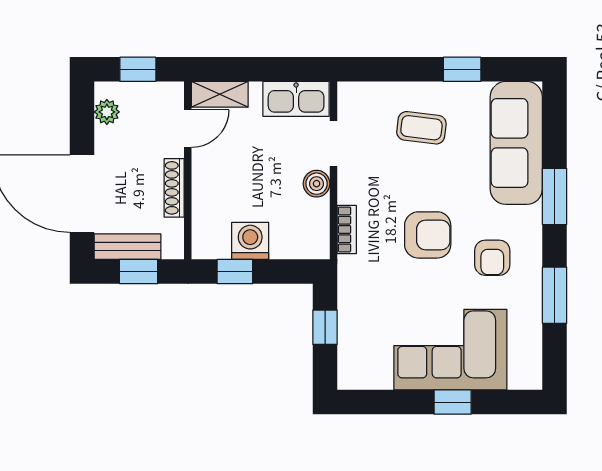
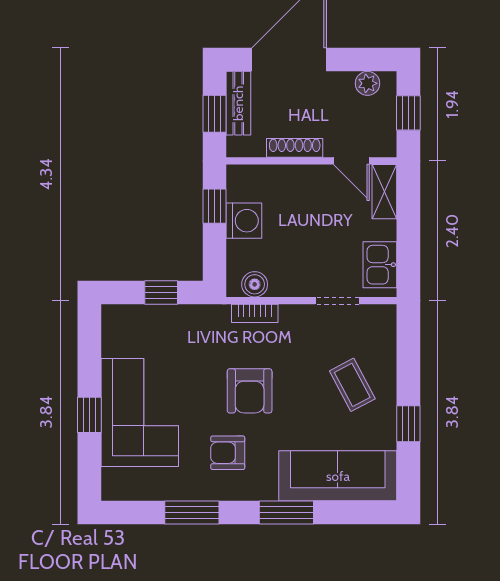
kitchen sink: (296, 99) -> (380, 265), width x0.73
coffee table: (421, 128) -> (352, 385), turned -35
boiler: (317, 184) -> (255, 284), moved

